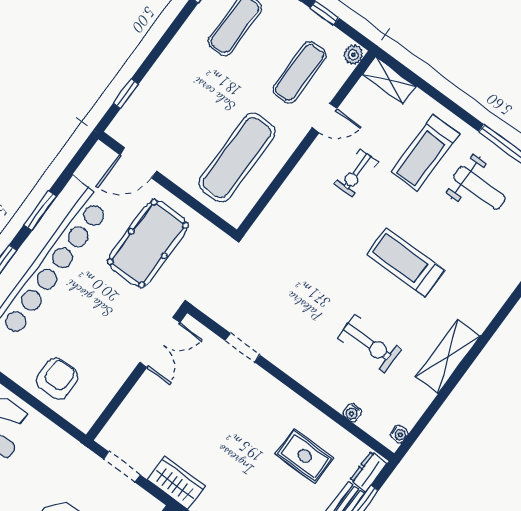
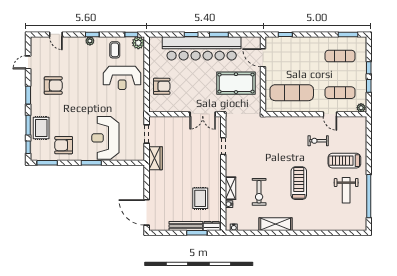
shelving: (389, 80) -> (230, 188), moved

